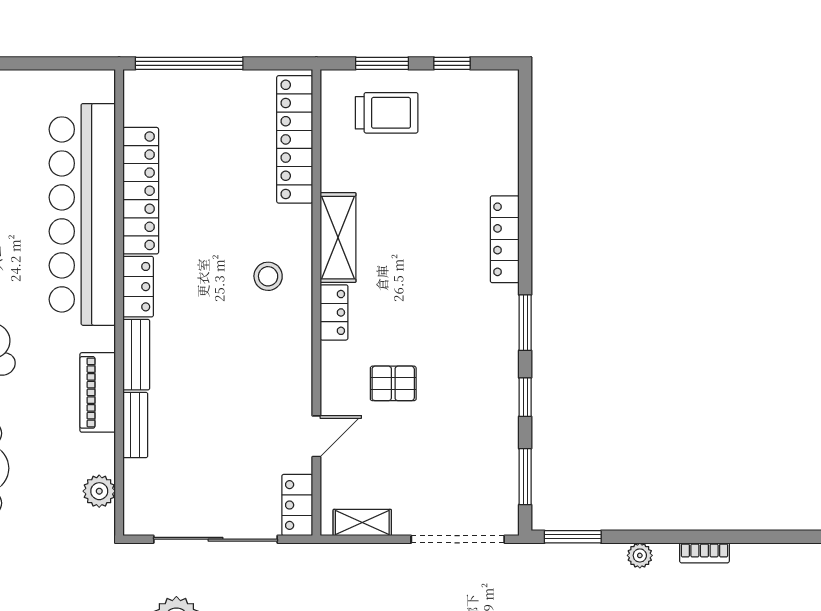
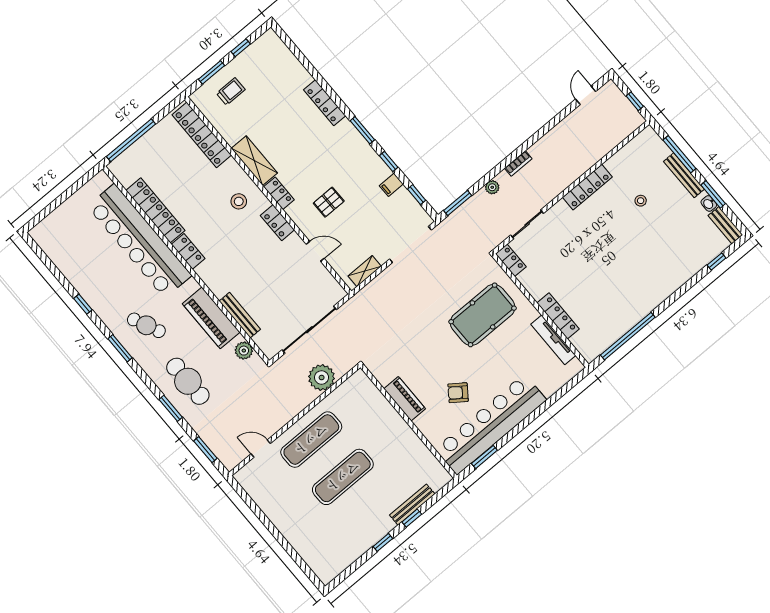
trolley: (387, 113) -> (231, 91), width x0.73, depth x0.72
bench: (136, 355) -> (211, 280), removed
piano: (98, 392) -> (211, 318), width x1.37, depth x1.33
bench: (135, 425) -> (240, 315), width x1.36
filing cabinet: (501, 433) -> (391, 185), added
door: (316, 436) -> (315, 251), hinge flipped
window: (525, 477) -> (417, 195), width x0.67
locker: (297, 505) -> (277, 223), moved

